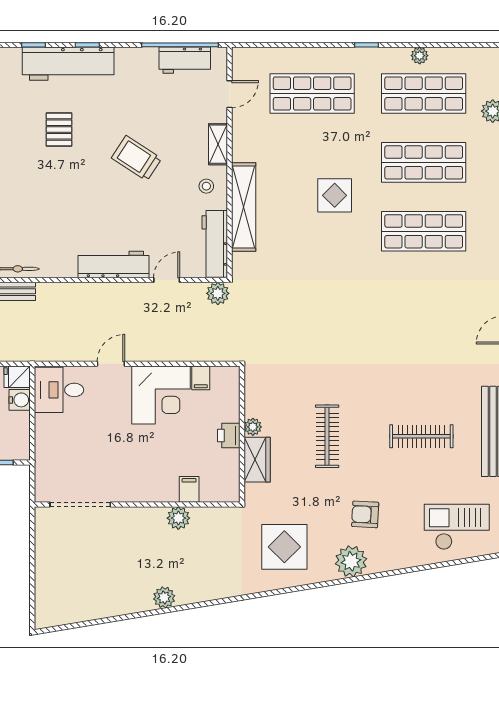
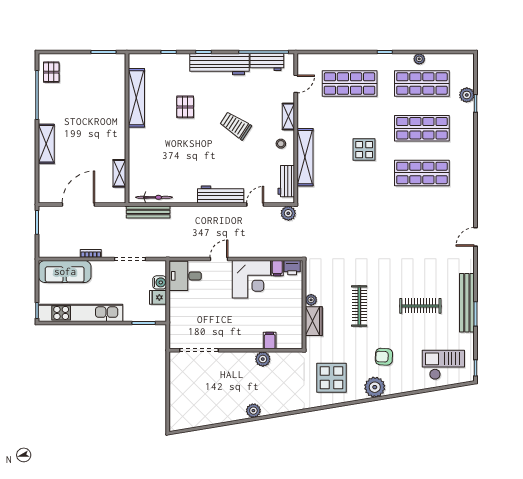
workbench: (68, 64) -> (219, 64), moved
workbench: (215, 244) -> (286, 181), width x0.73
fridge: (17, 377) -> (158, 297), moved
printer: (229, 435) -> (292, 268), moved, turned -90

